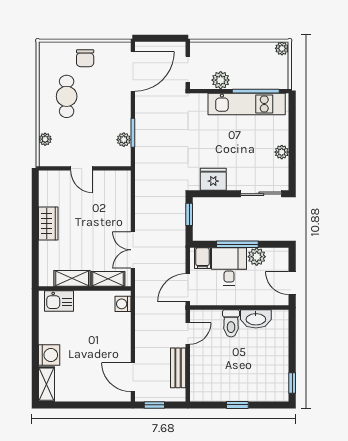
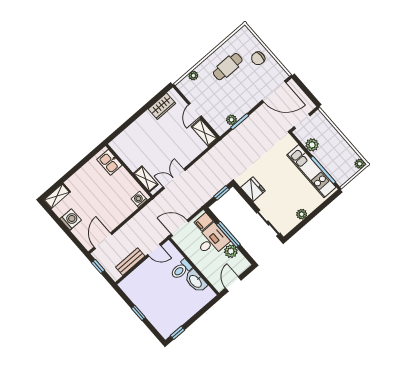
wardrobe: (48, 223) -> (162, 106), moved
shelving: (72, 278) -> (204, 133), moved
washing machine: (49, 355) -> (71, 220), moved, turned -90

